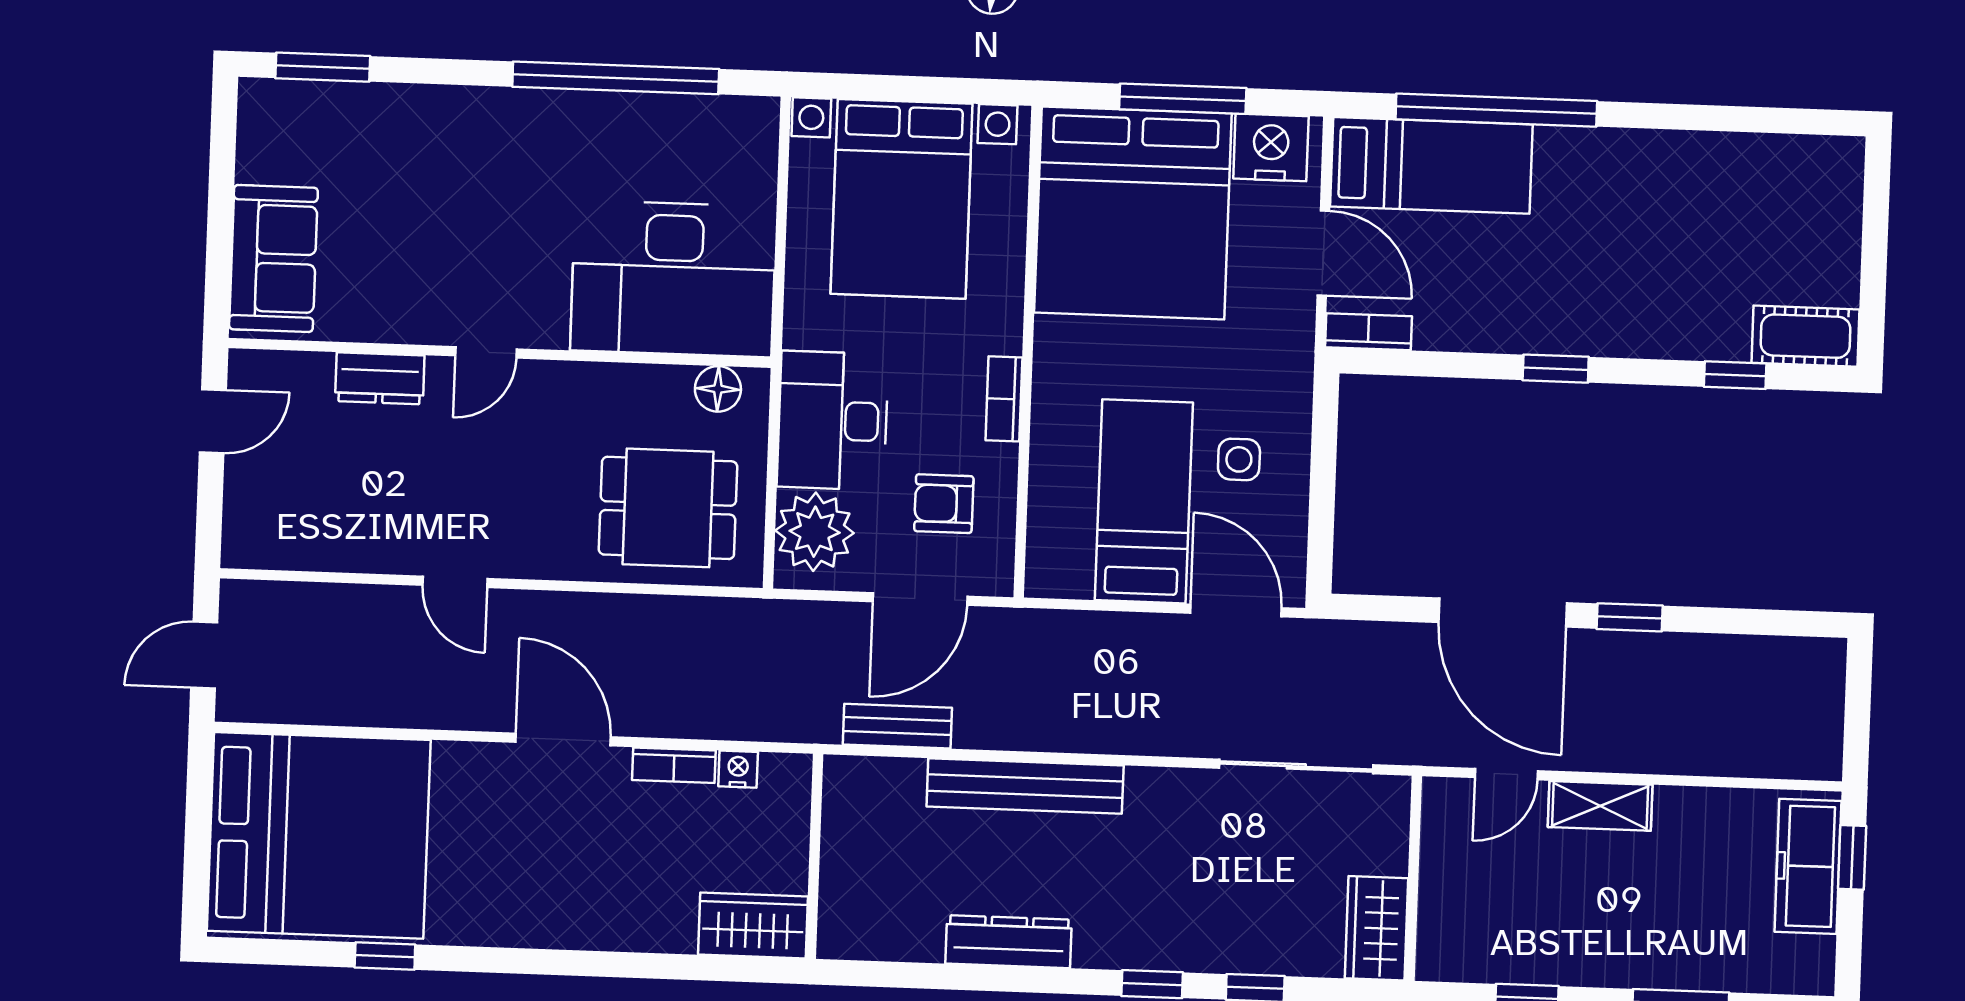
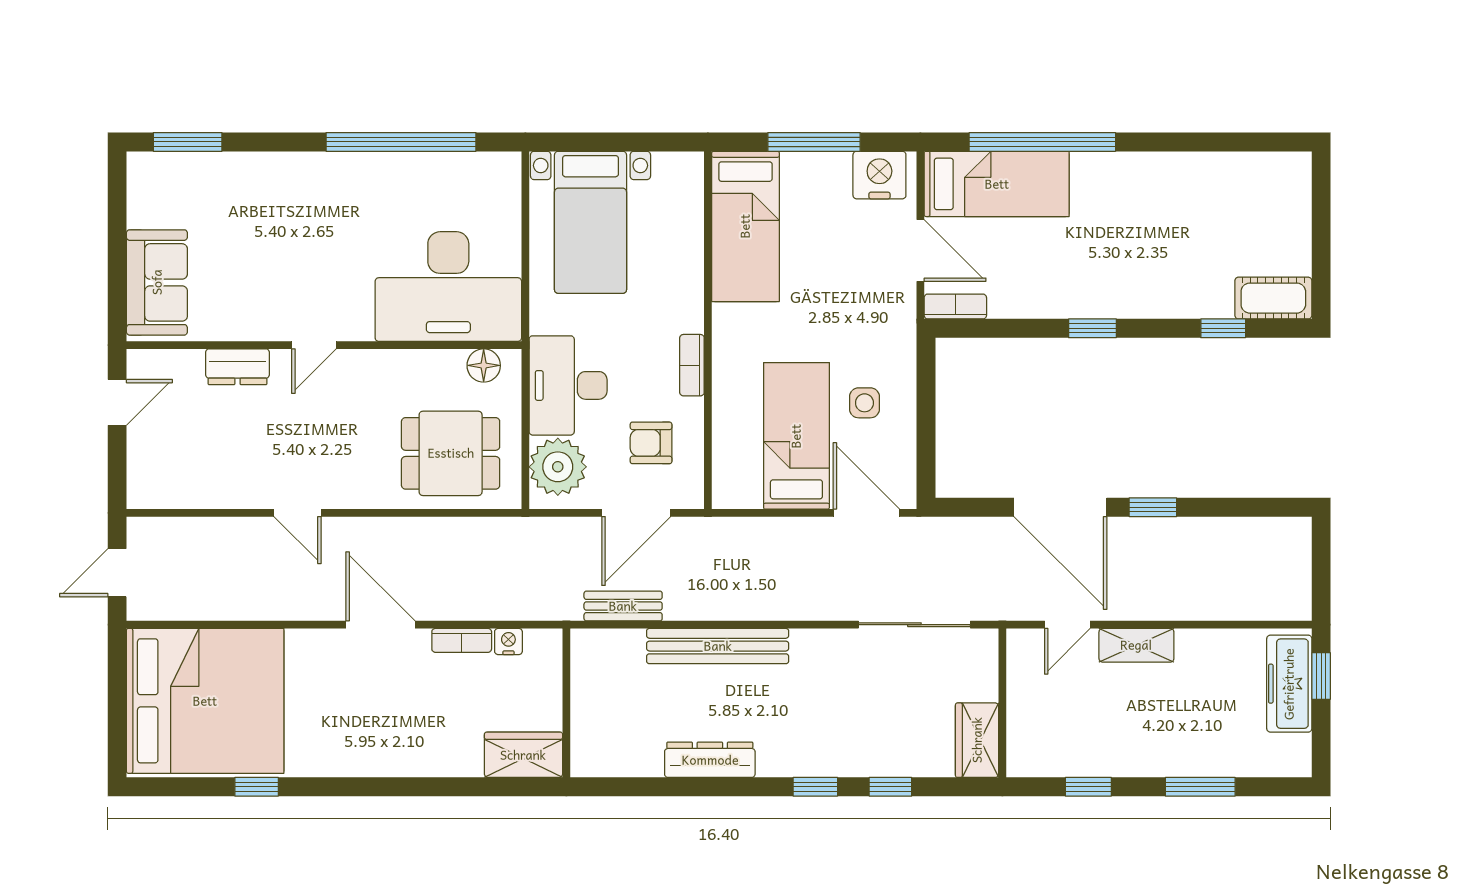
bed with nightstands: (902, 199) -> (590, 222), width x0.73
bed: (1133, 213) -> (745, 226), width x0.49

